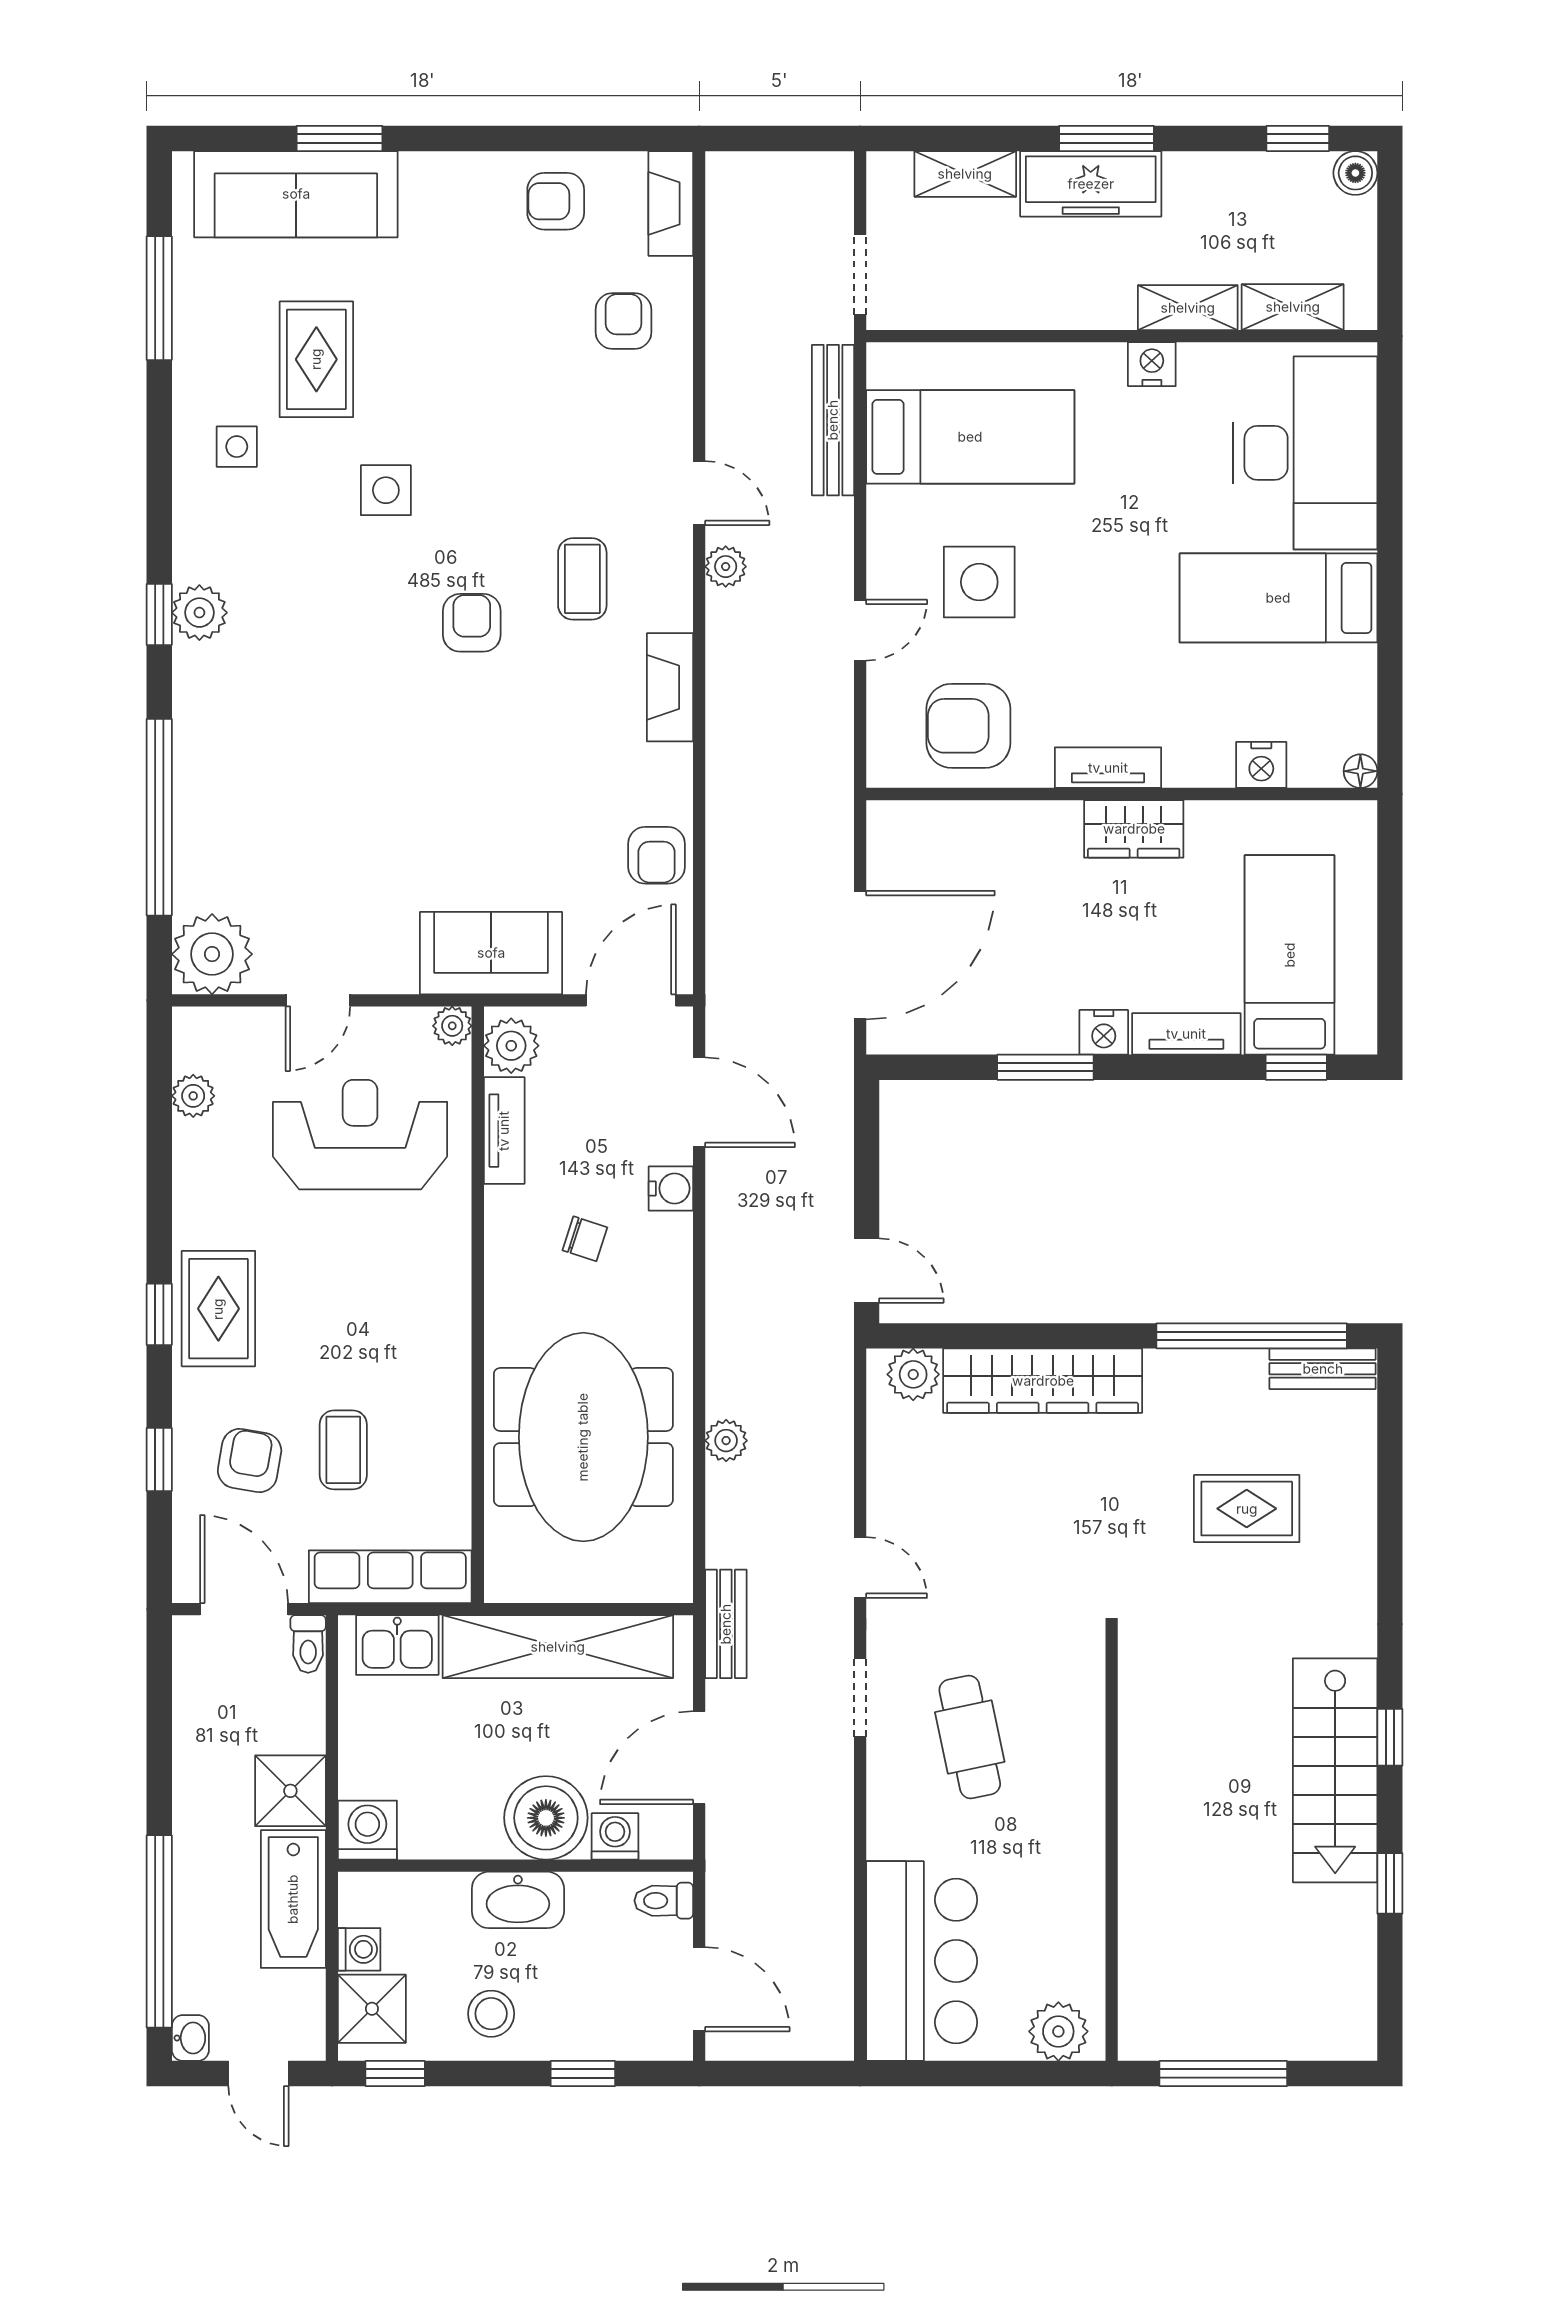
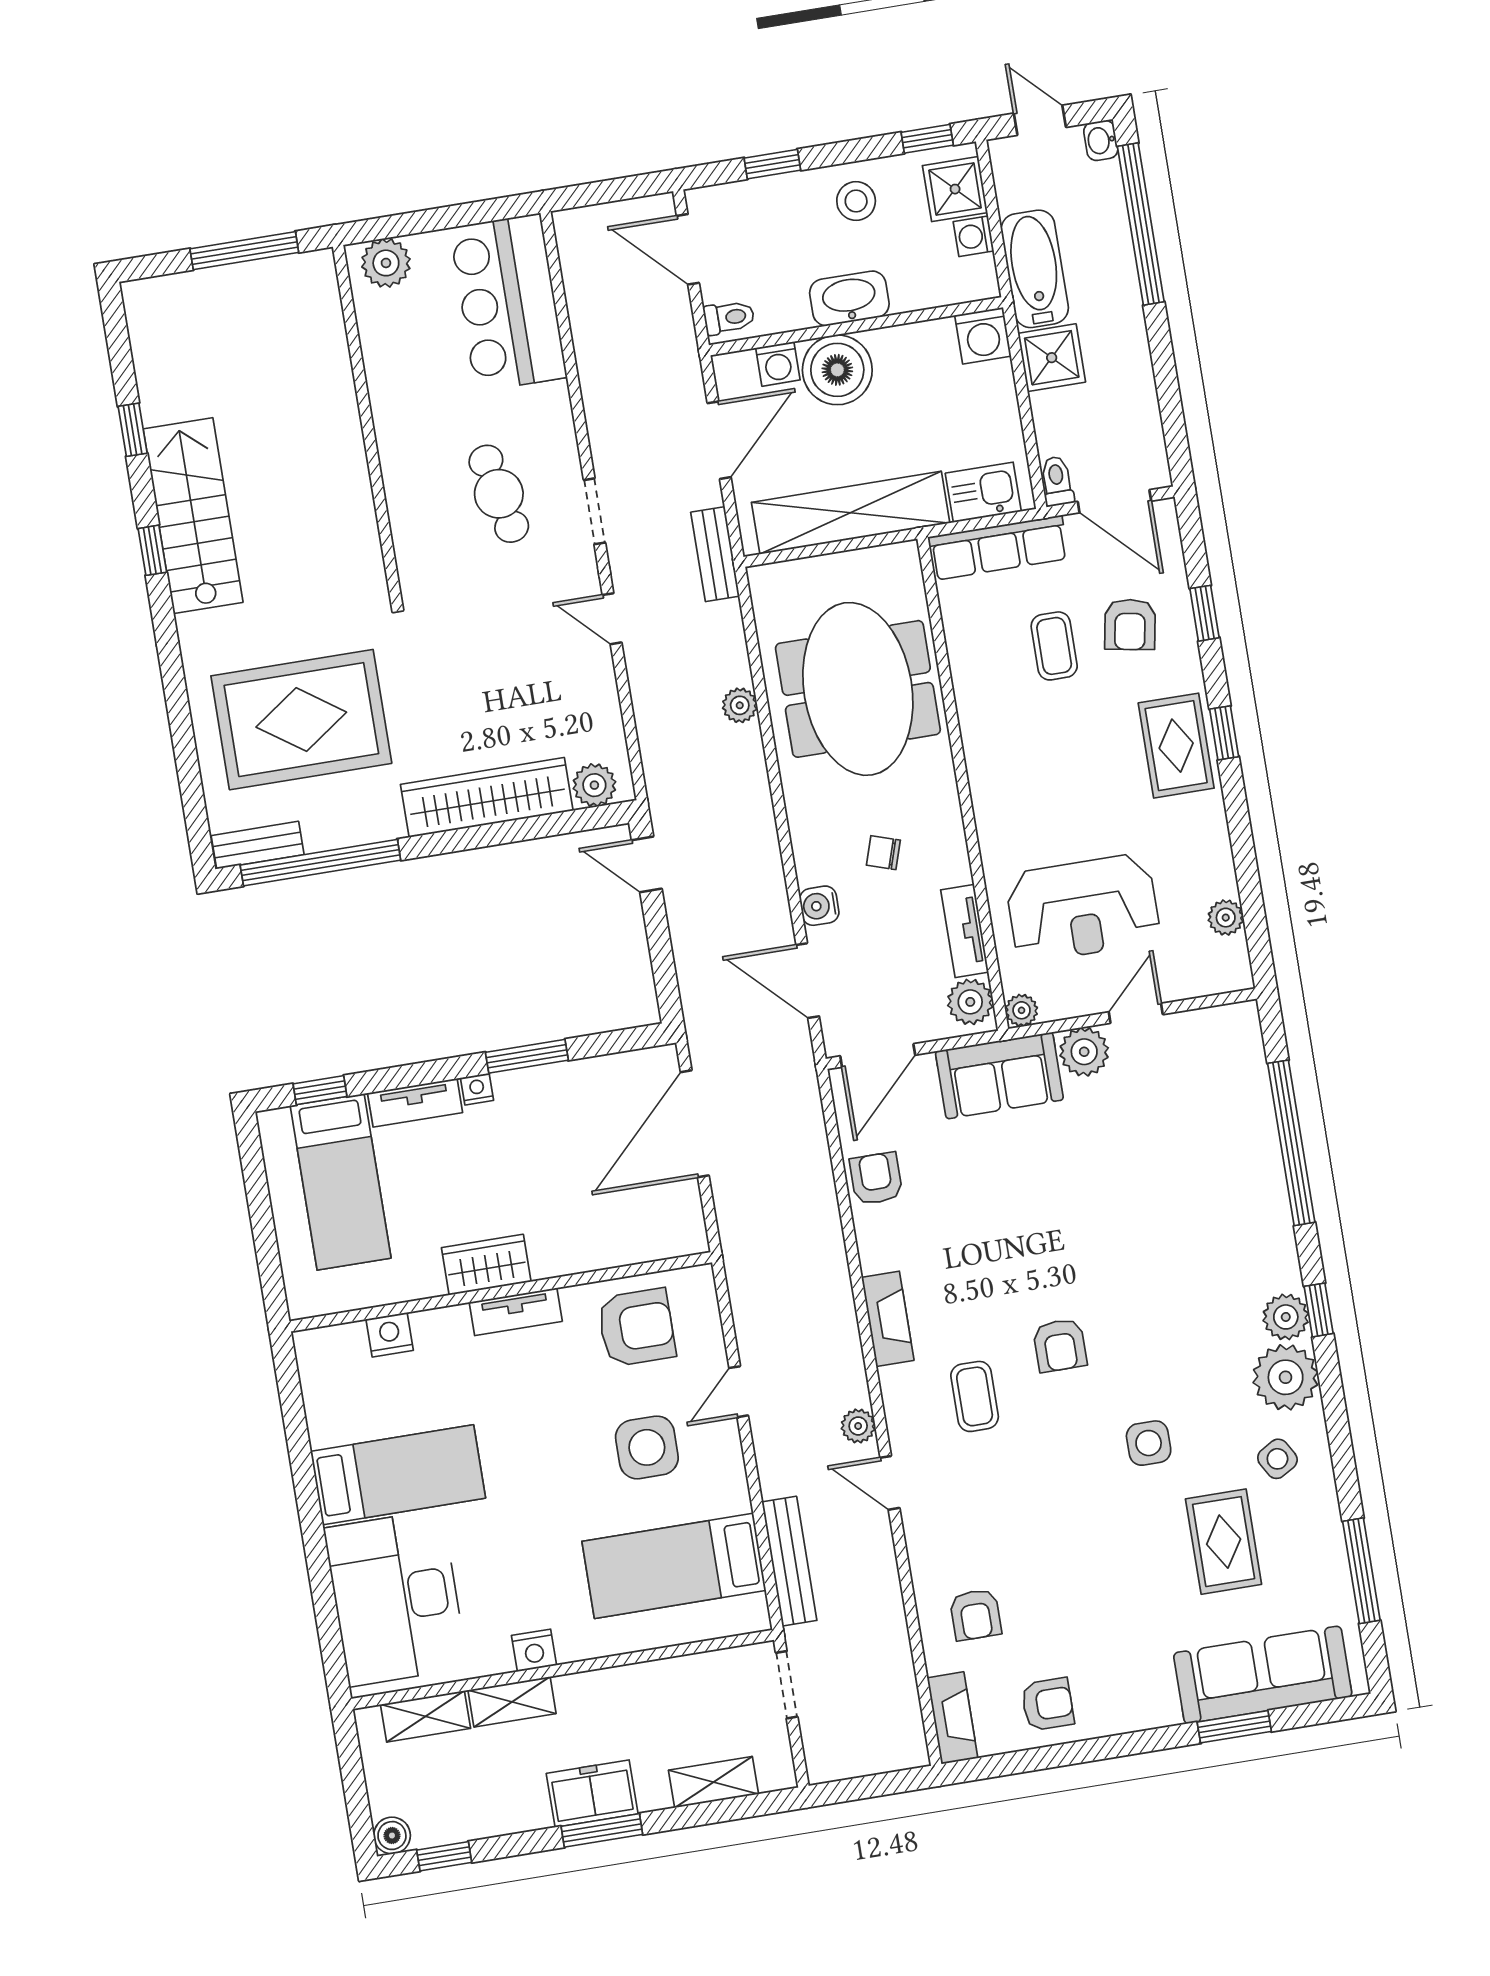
freezer: (1091, 184) -> (592, 1794), width x0.71
side table: (237, 447) -> (1277, 1459), turned -30
plant: (211, 541) -> (1286, 1377), added
floor lamp: (1360, 771) -> (307, 1343), removed
plant: (212, 954) -> (1084, 1052), moved, width x0.73, depth x0.73
nightstand: (1104, 1032) -> (477, 1089), width x0.72, depth x0.74
rug: (1247, 1509) -> (301, 720), width x1.86, depth x2.06

